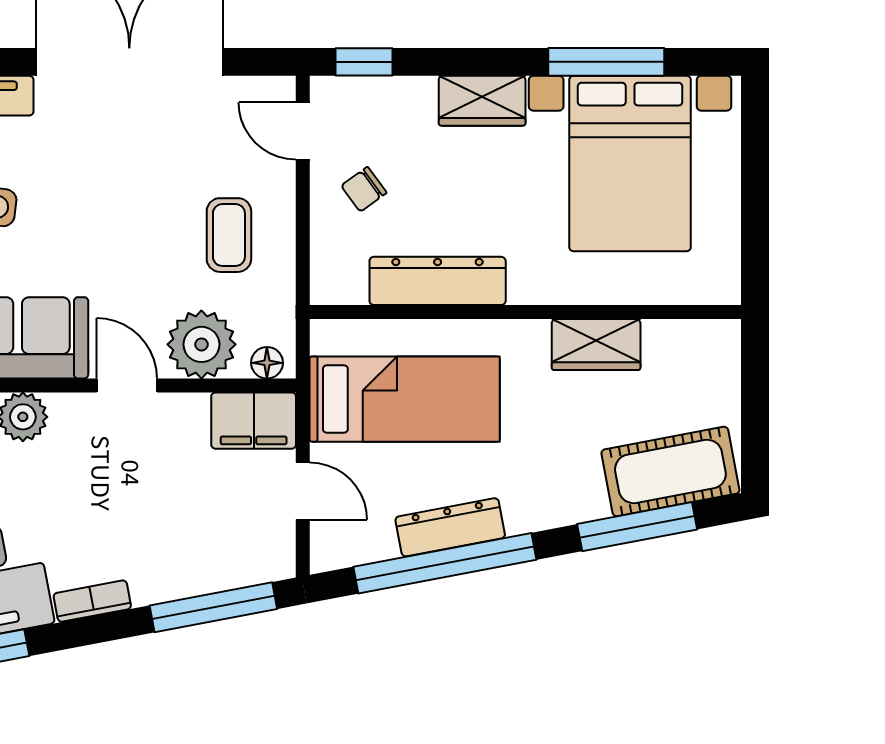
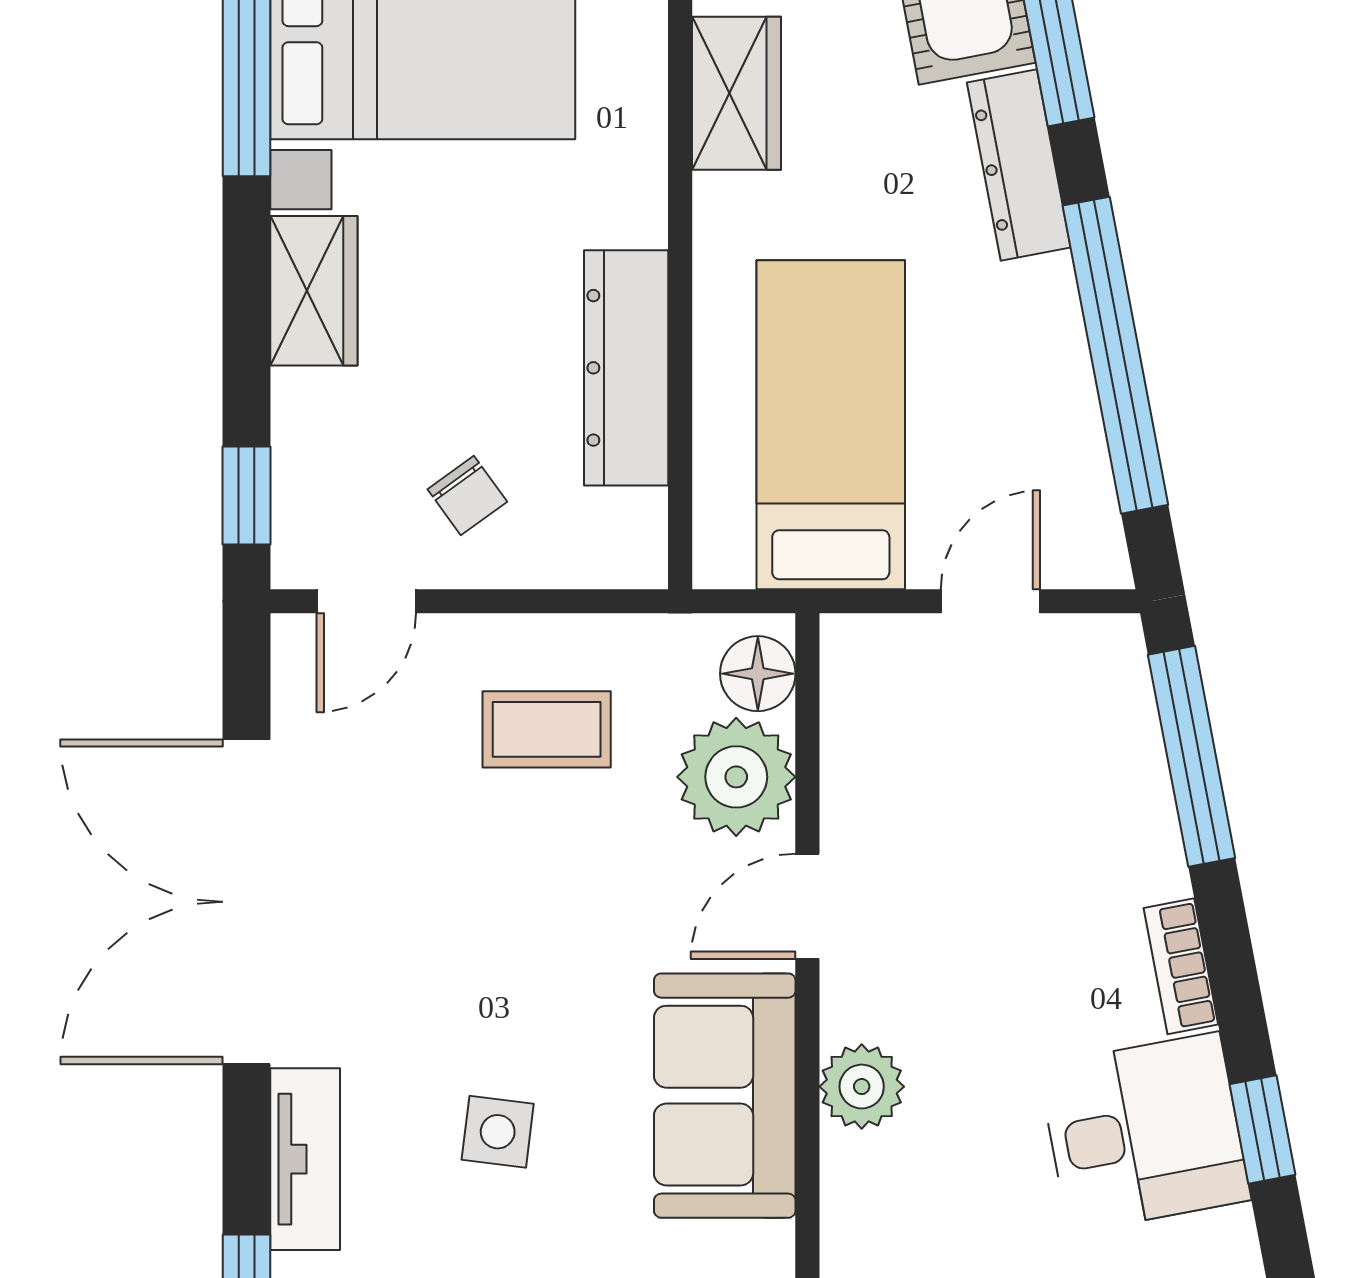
floor lamp: (267, 363) -> (758, 674), width x1.37, depth x1.37
filing cabinet: (254, 421) -> (868, 687), removed
dresser: (450, 527) -> (1019, 165), moved

